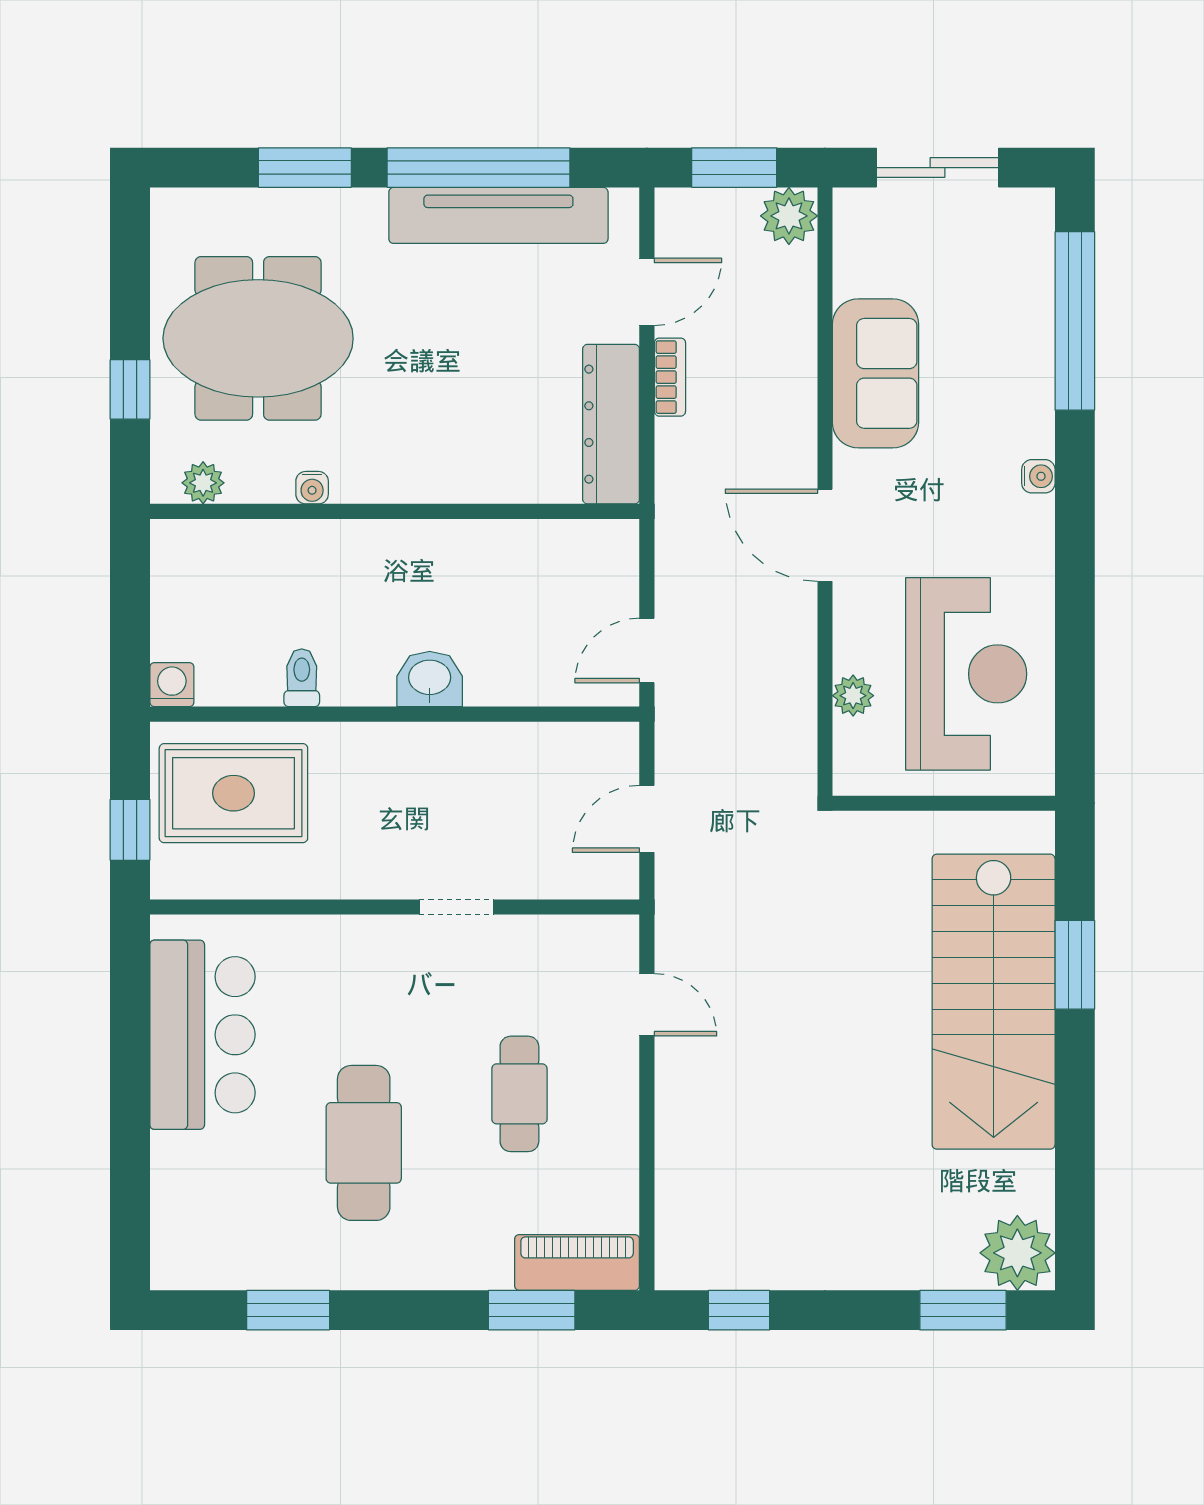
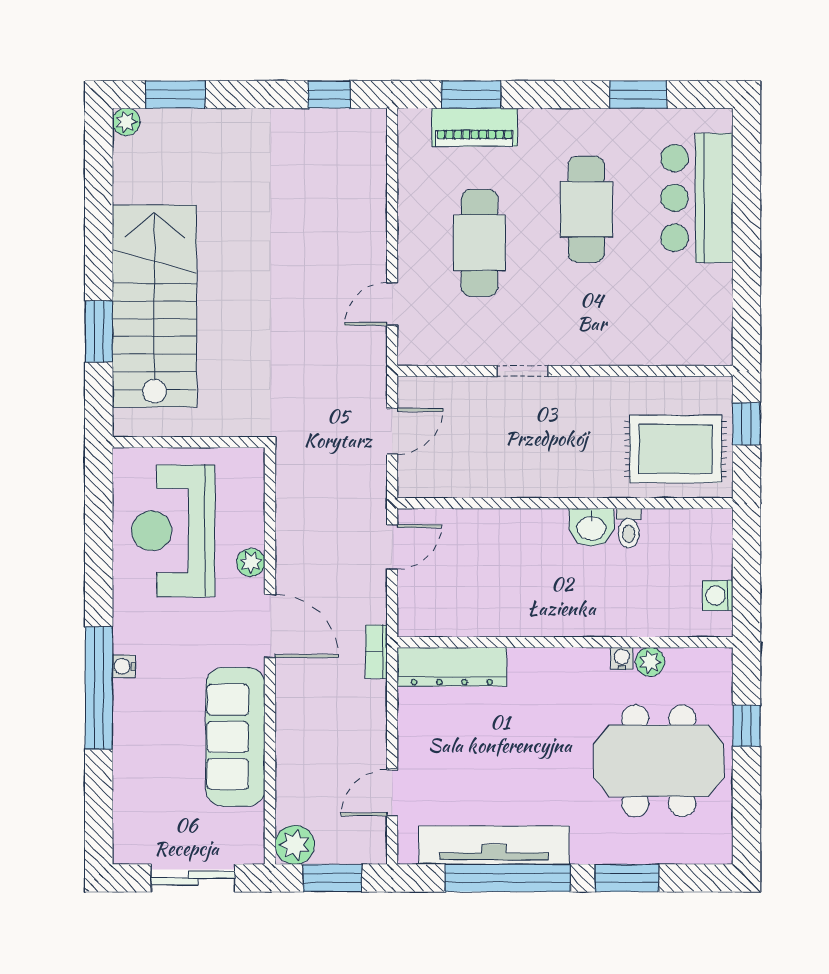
window: (1075, 321) -> (99, 688), moved
sofa: (876, 373) -> (235, 737), width x1.36
bookcase: (670, 377) -> (376, 652), moved
dresser: (611, 424) -> (452, 667), moved, turned 90
plant: (203, 483) -> (650, 662), moved
washbasin: (430, 679) -> (591, 527), moved
washing machine: (172, 685) -> (718, 596), moved, turned 90
plant: (853, 696) -> (251, 562), moved
door: (647, 1005) -> (392, 304), hinge flipped
bar counter: (202, 1035) -> (697, 198), moved
cafe table: (519, 1094) -> (480, 243), width x1.37, depth x1.35
plant: (1017, 1253) -> (126, 122), width x0.53, depth x0.53
piano: (577, 1262) -> (475, 127), moved

